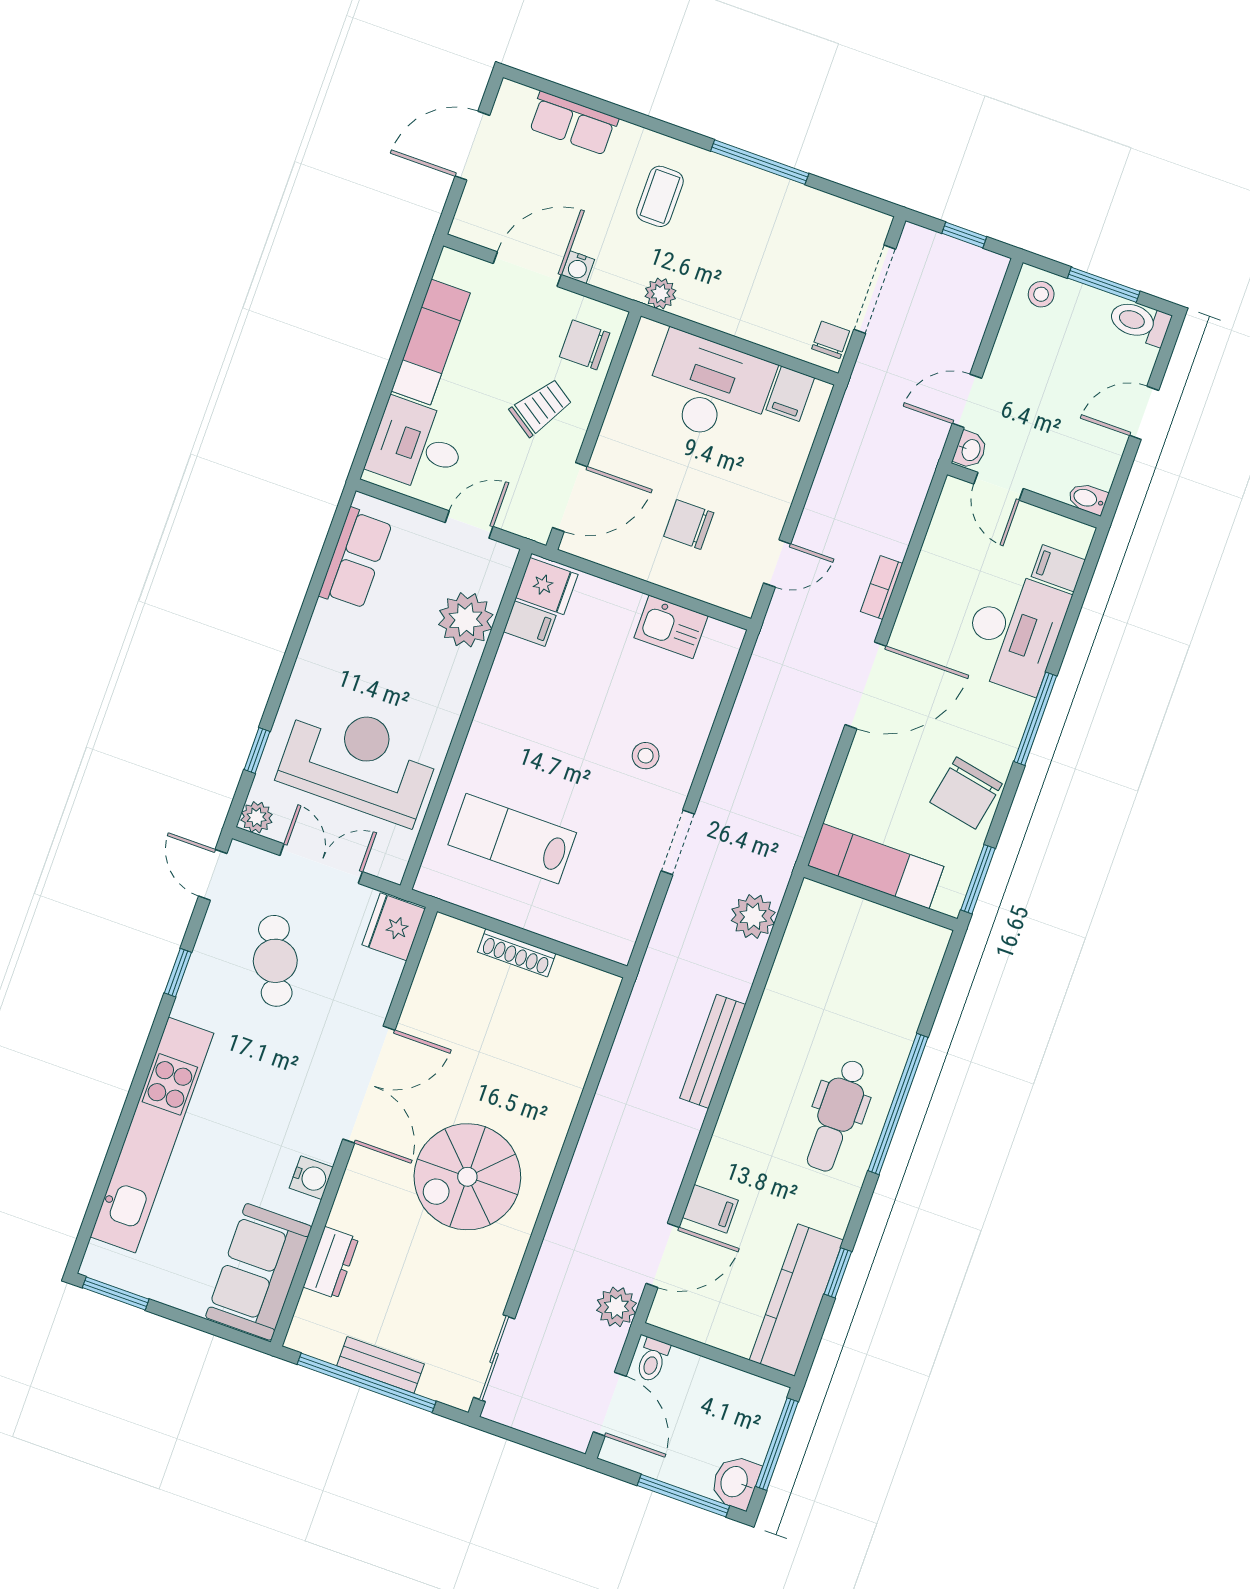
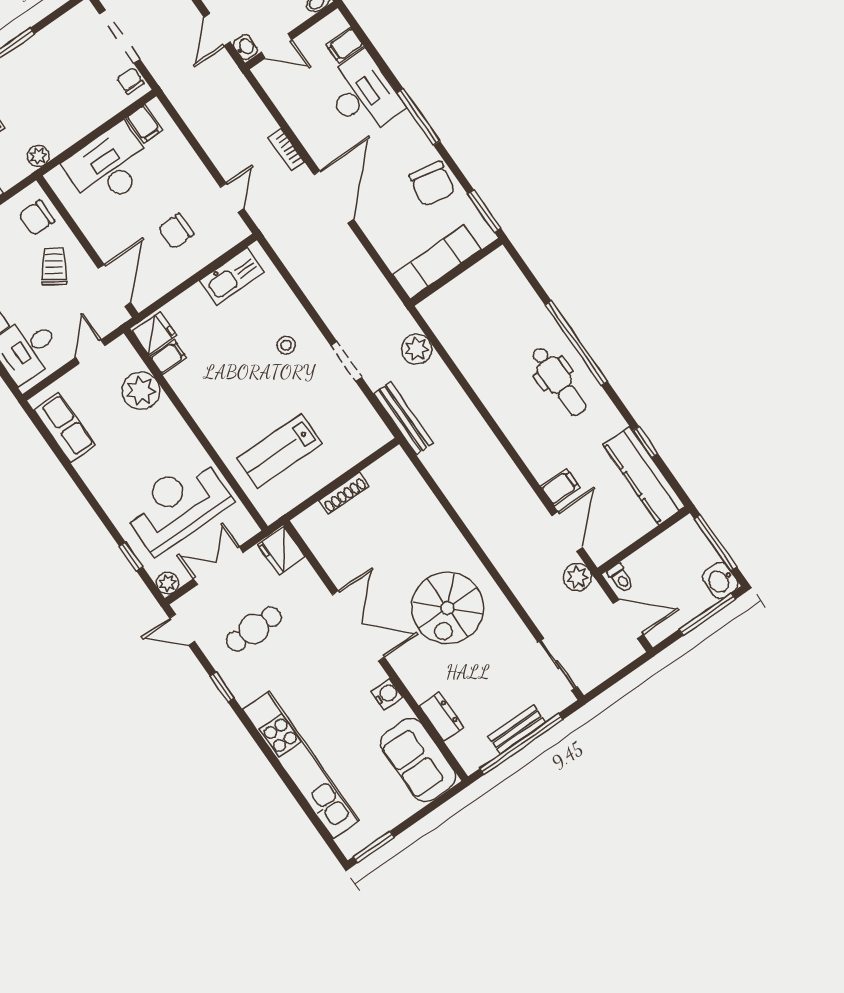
kitchen sink: (671, 627) -> (232, 276), width x1.38
cafe table: (275, 961) -> (254, 629), turned -68
bench: (713, 1051) -> (403, 418), moved

